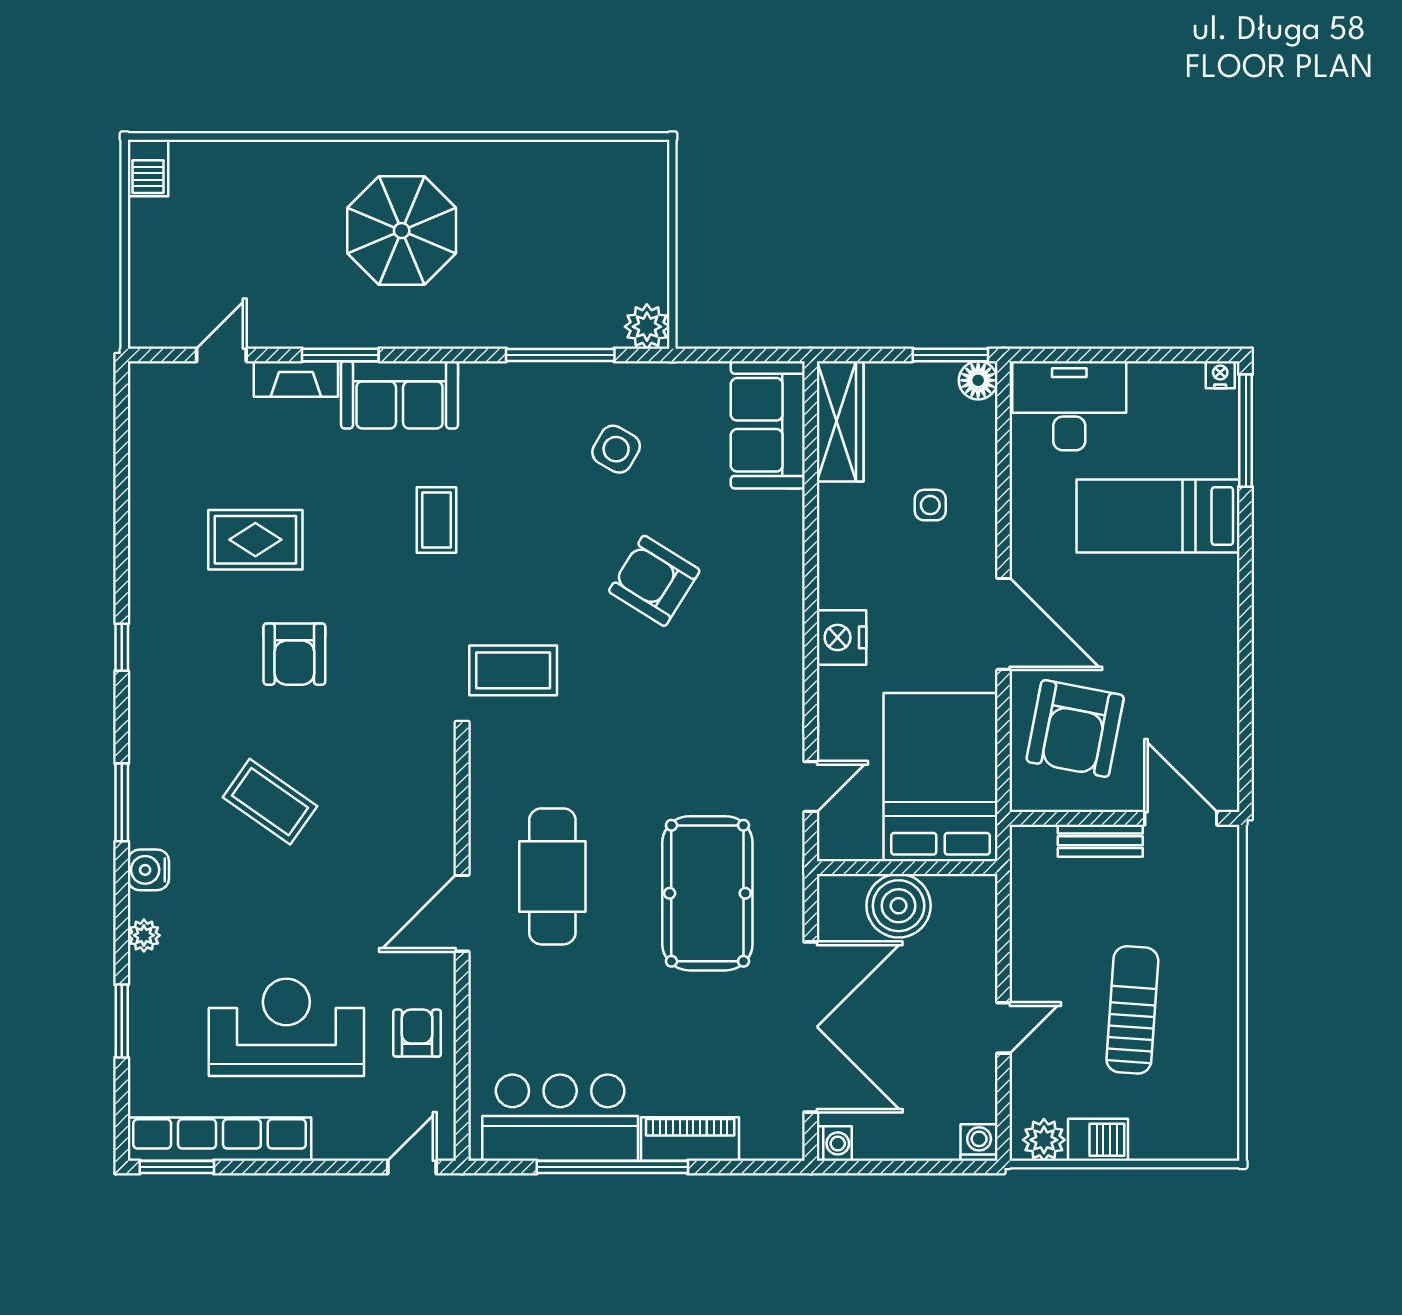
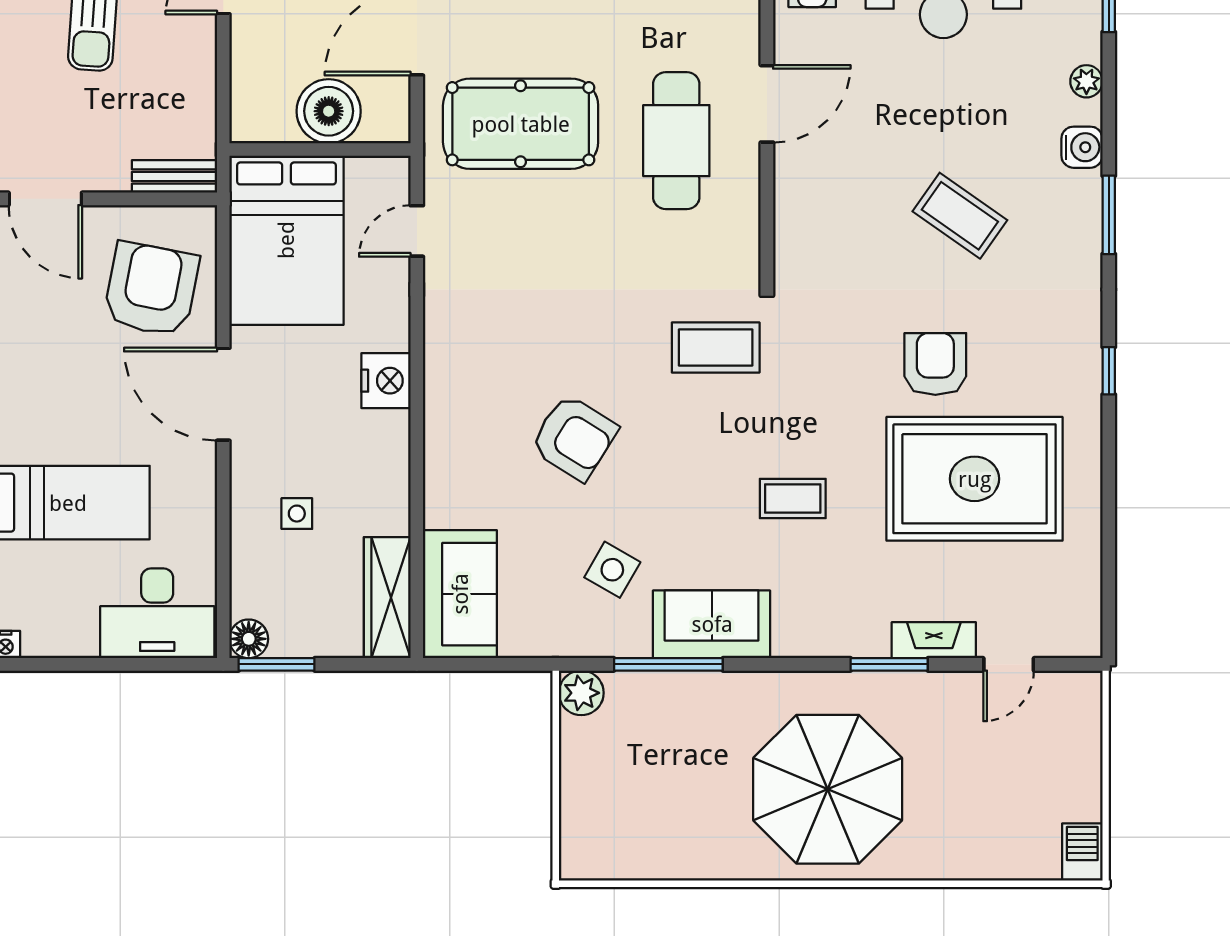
parasol: (402, 231) -> (828, 789), width x1.36, depth x1.36
sofa: (399, 395) -> (712, 624), moved
coffee table: (436, 520) -> (793, 499), turned 90
rug: (255, 540) -> (975, 479), width x1.86, depth x2.06
bench: (1100, 841) -> (174, 176), moved
pool table: (707, 893) -> (521, 124), turned 90

